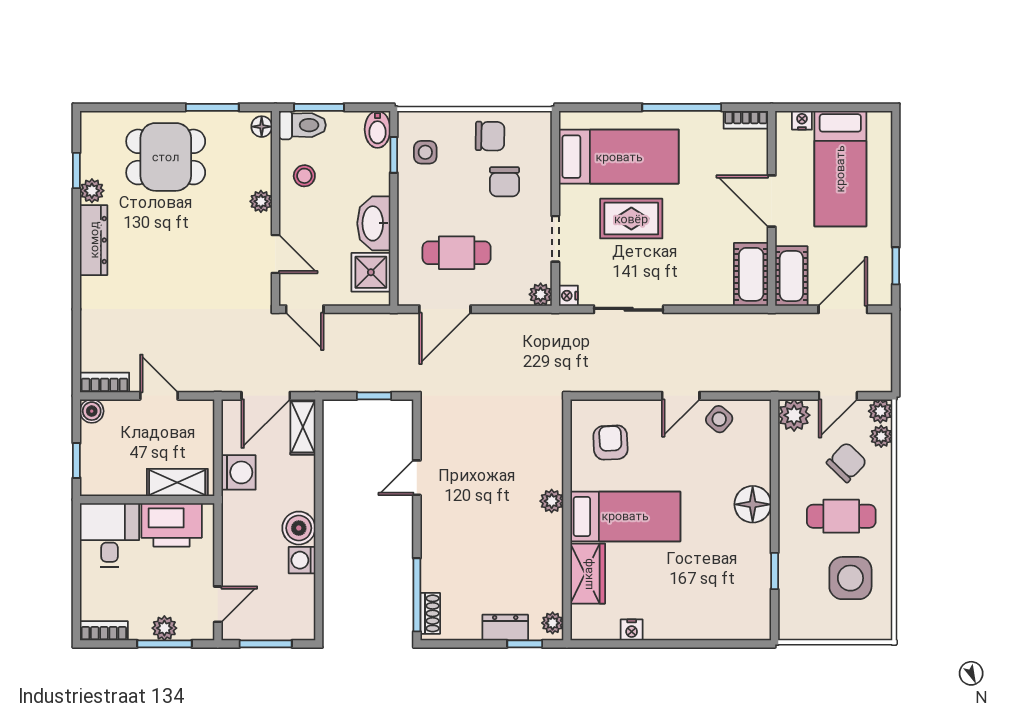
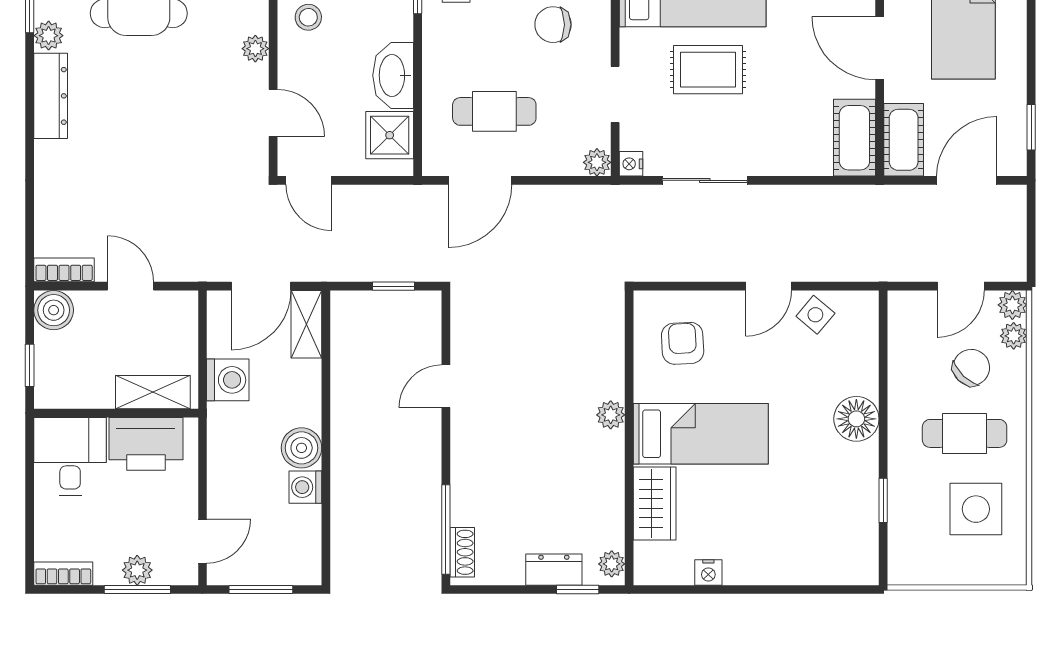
chair: (505, 182) -> (553, 25), turned 90
boiler: (92, 411) -> (54, 310), width x1.36, depth x1.36
plant: (794, 415) -> (907, 310), removed

